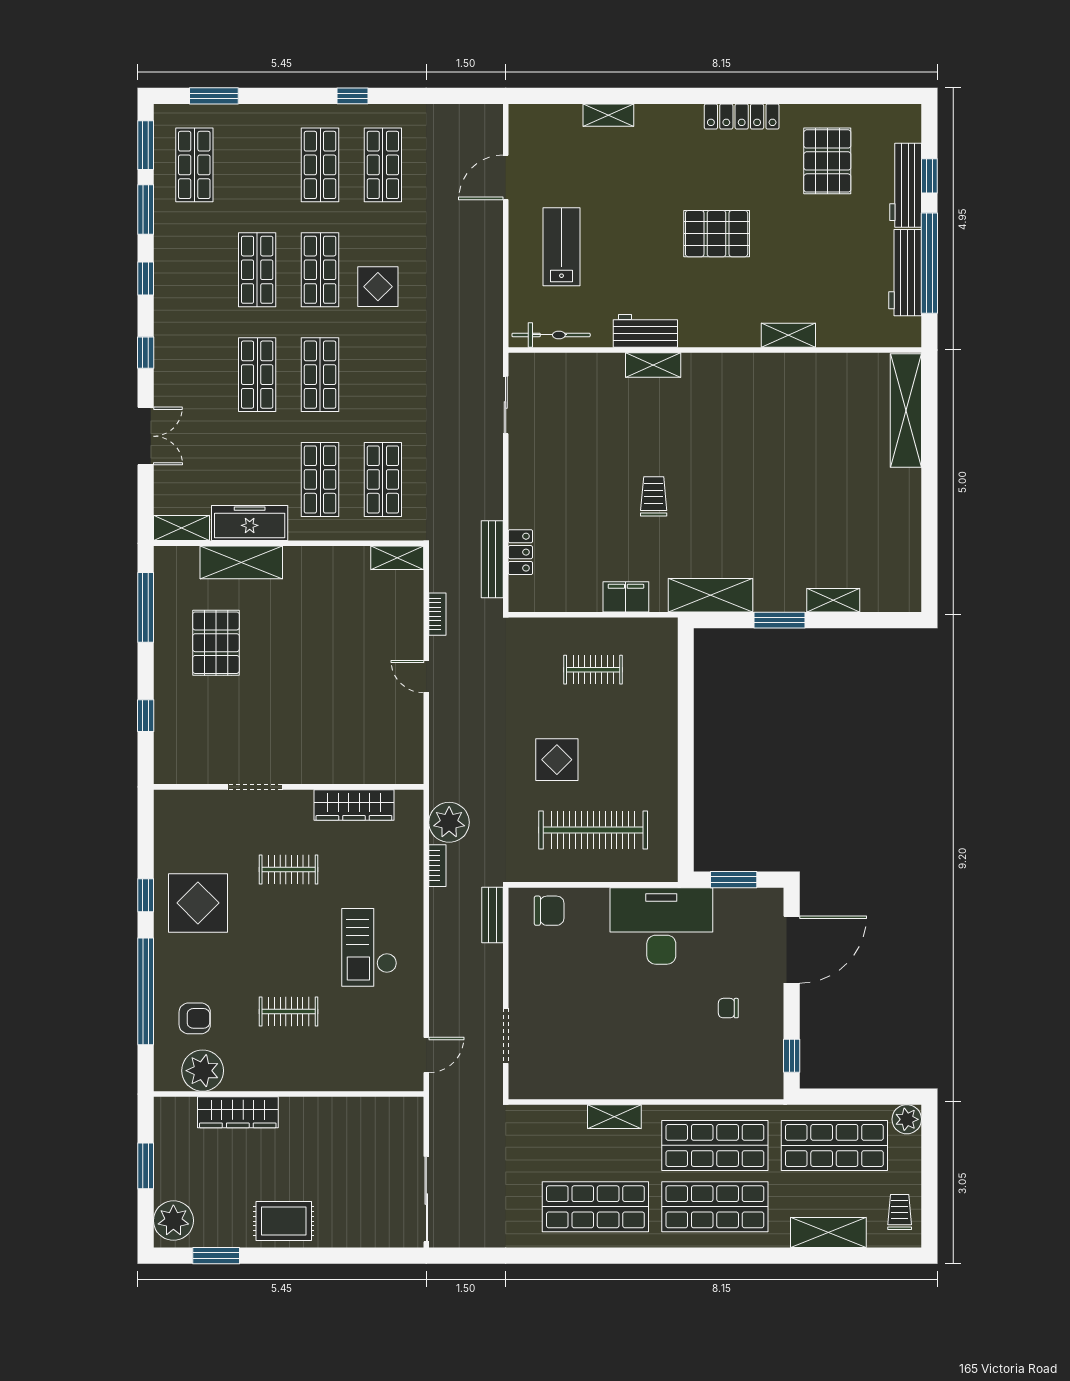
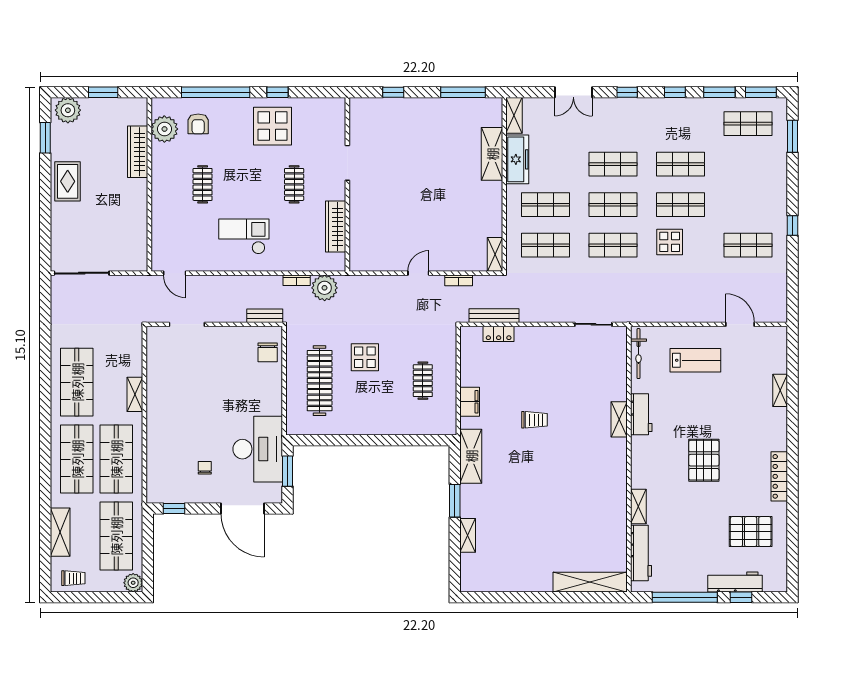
shop shelf: (320, 165) -> (613, 245), moved
workbench: (905, 273) -> (641, 553), moved, turned 90
pallet: (216, 643) -> (440, 138), removed
desk: (661, 926) -> (258, 449), moved

